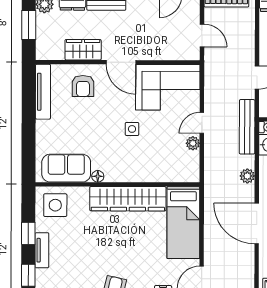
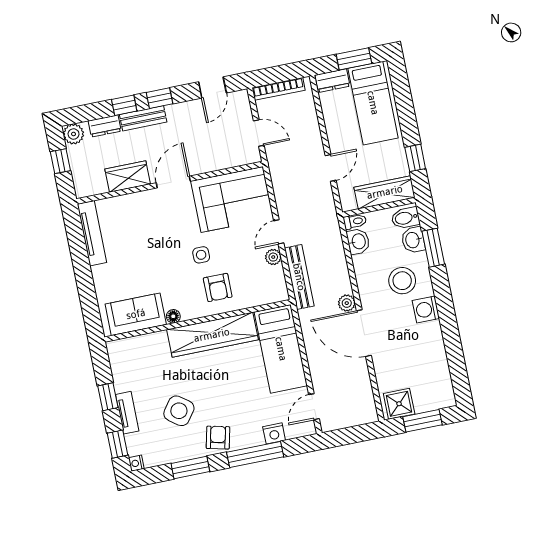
window: (29, 25) -> (60, 161), width x0.67
door: (121, 62) -> (173, 182), swing flipped
armchair: (83, 86) -> (218, 287), moved
bench: (247, 127) -> (299, 277), moved
plant: (247, 176) -> (347, 303), moved
side table: (55, 205) -> (179, 411), moved, turned 36

